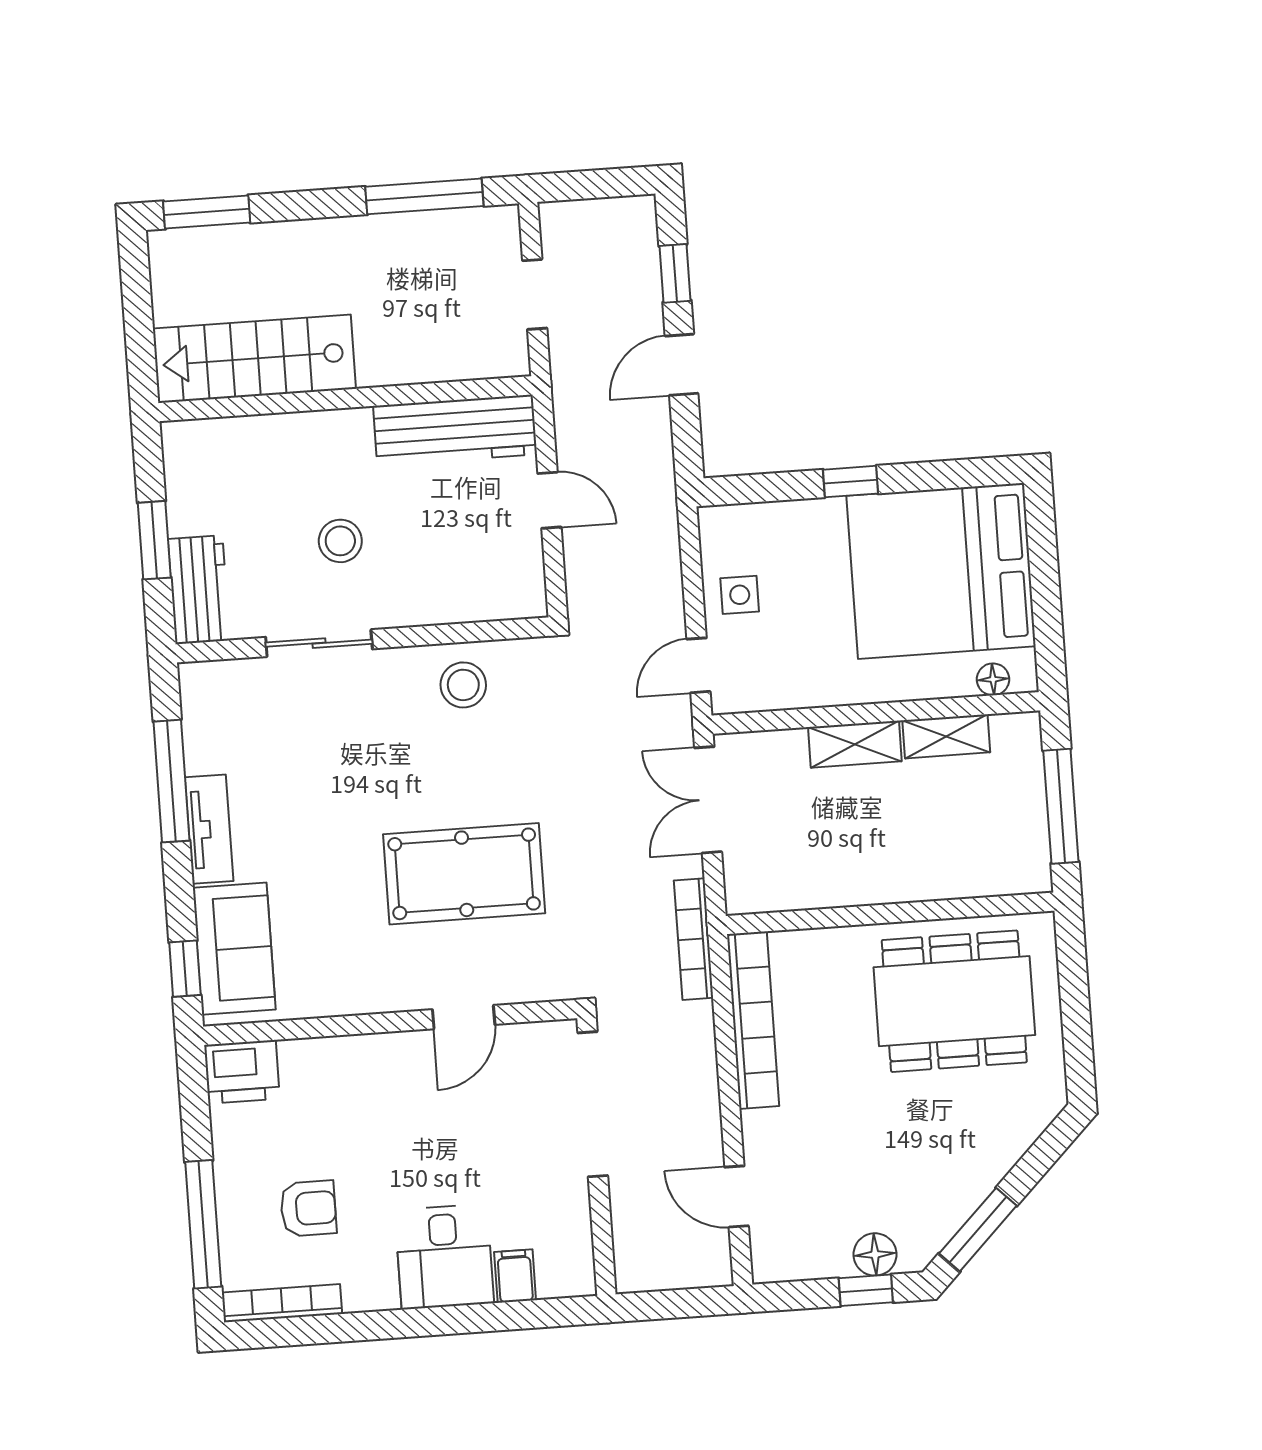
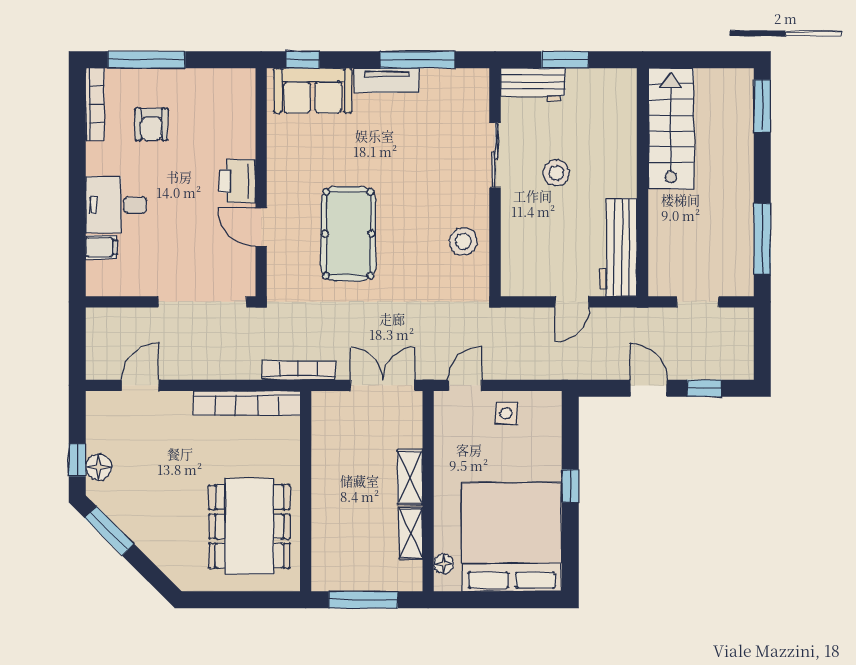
door: (699, 665) -> (465, 385), hinge flipped
printer: (242, 1072) -> (237, 181), moved

